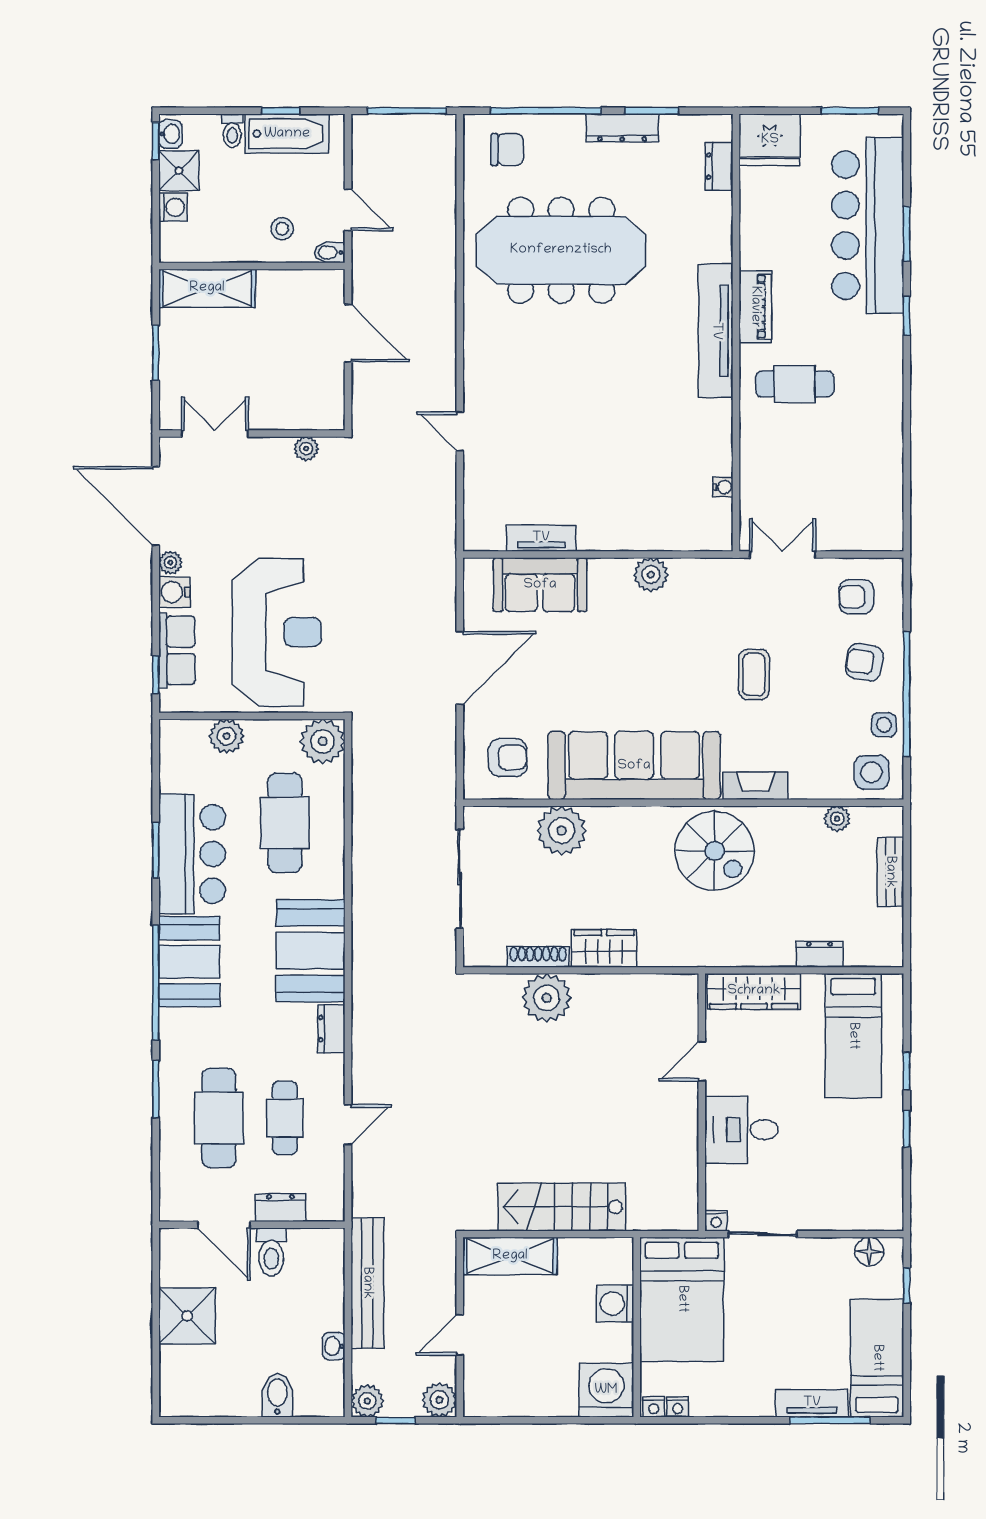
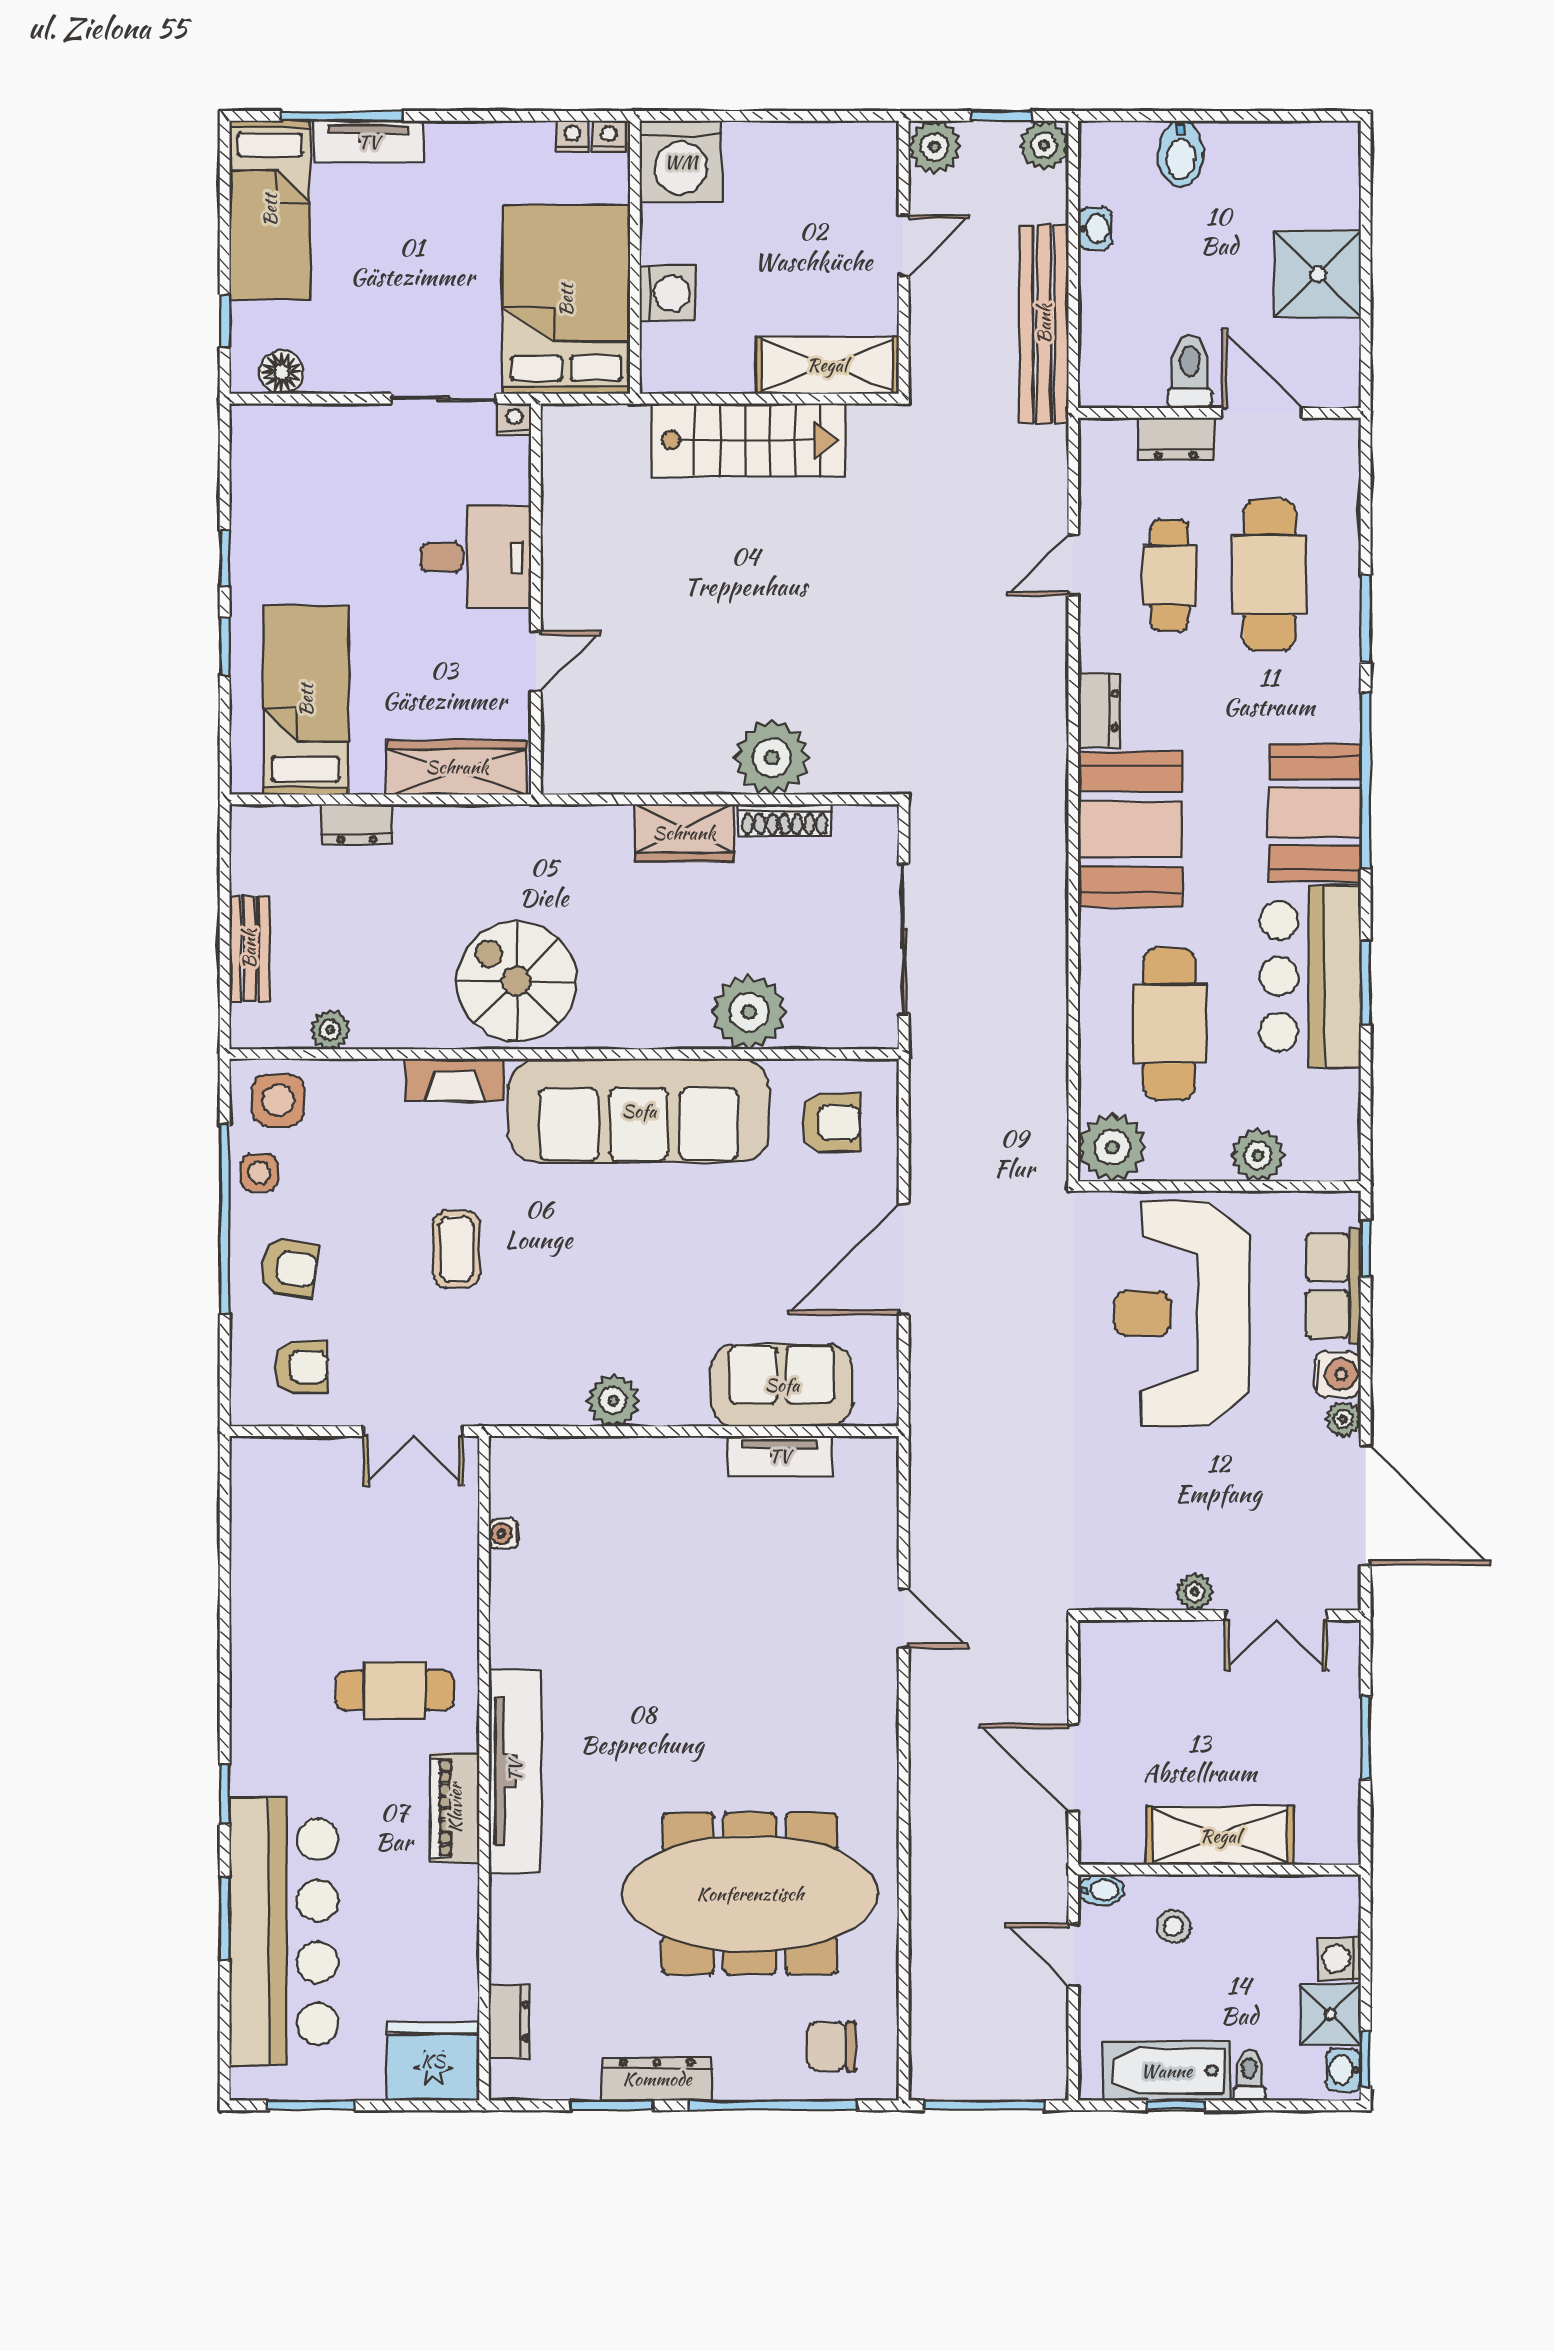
shelving: (207, 288) -> (1220, 1836), moved
plant: (306, 449) -> (1195, 1592), moved
armchair: (508, 758) -> (831, 1123), turned 180

